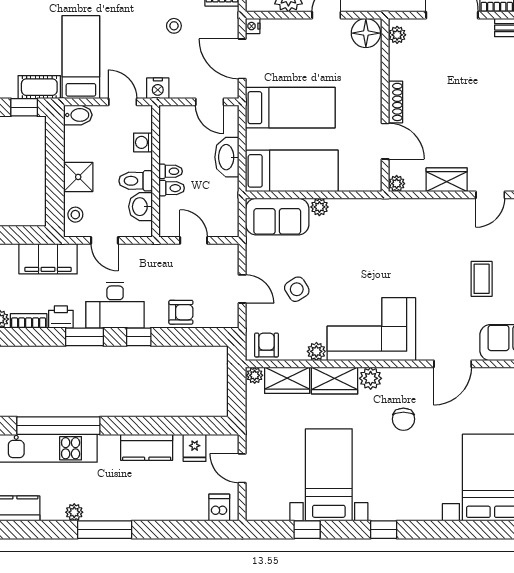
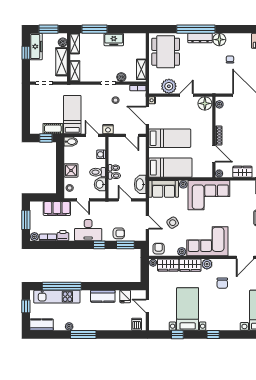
washbasin: (227, 157) -> (140, 184), moved
corner sofa: (375, 230) -> (209, 195), added
window: (85, 337) -> (125, 245), moved

